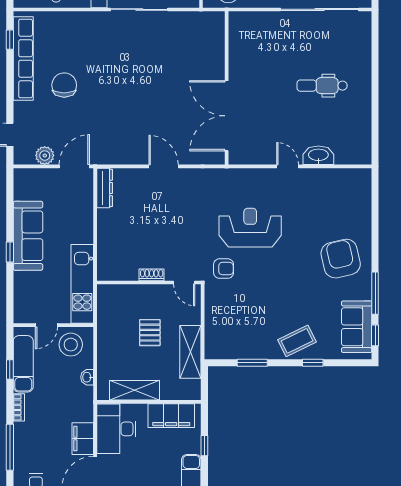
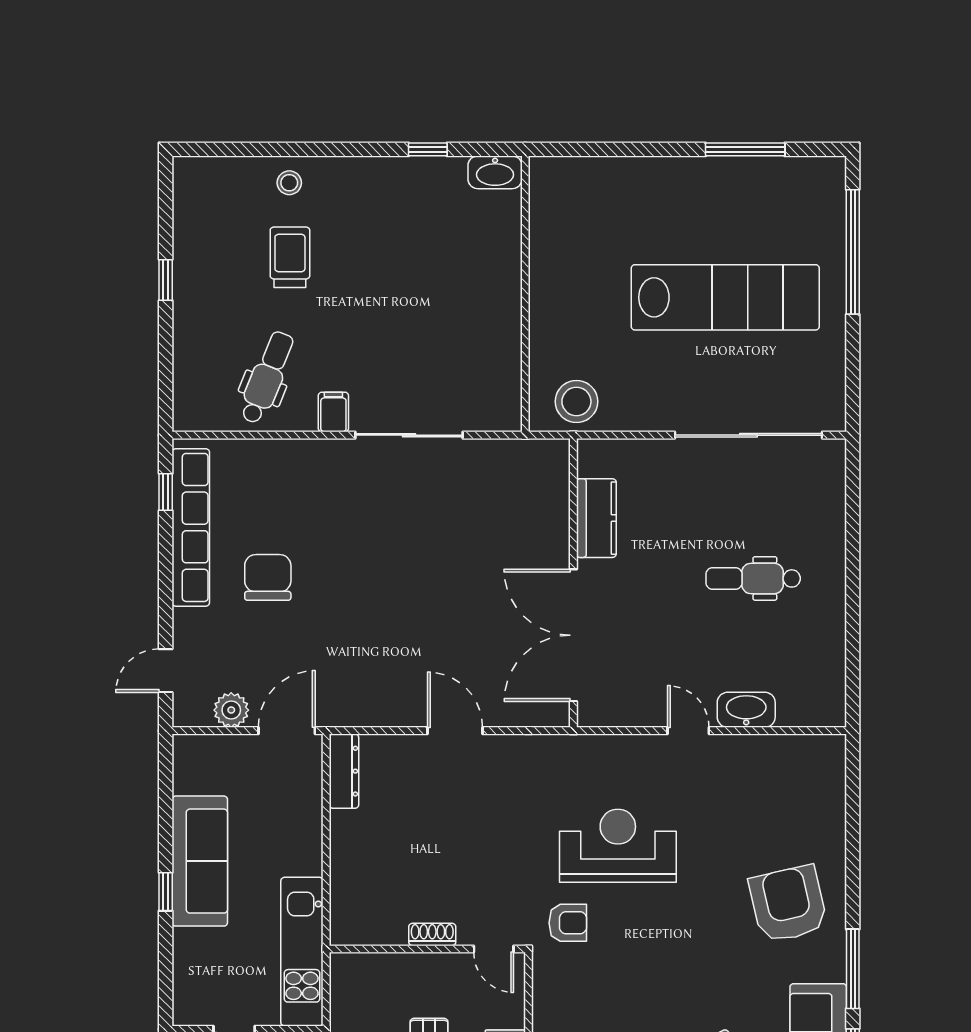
kitchen counter: (239, 54) -> (596, 518), added

